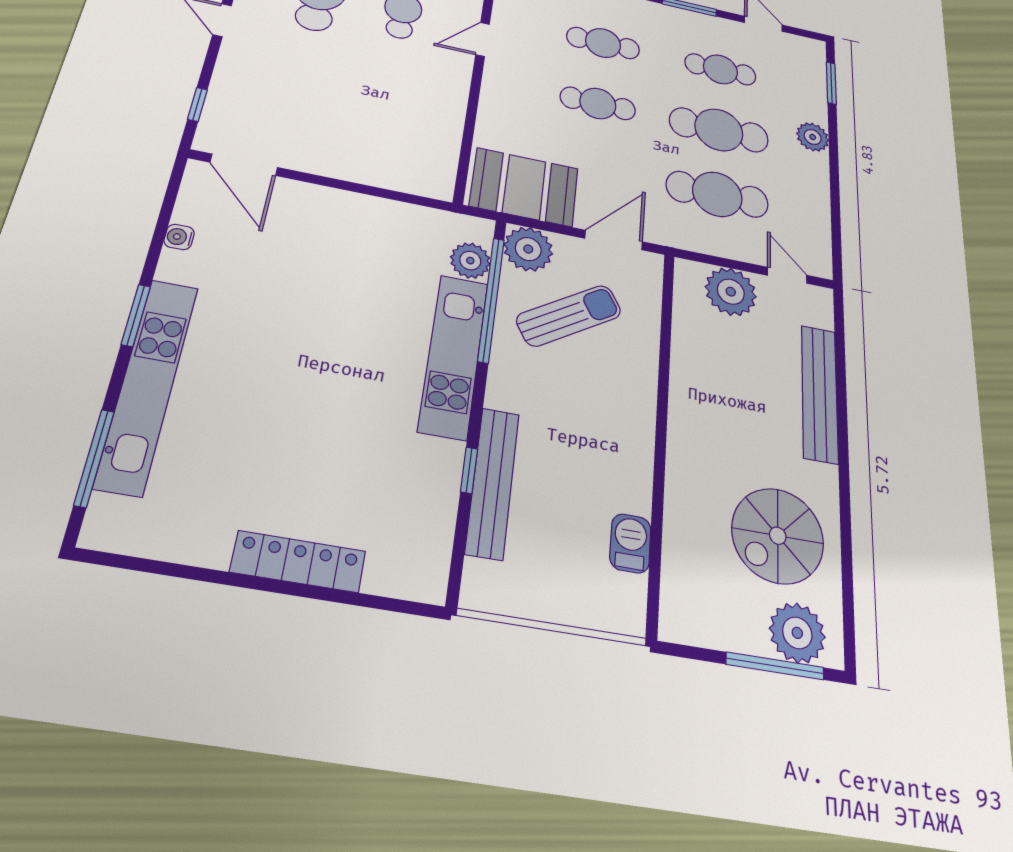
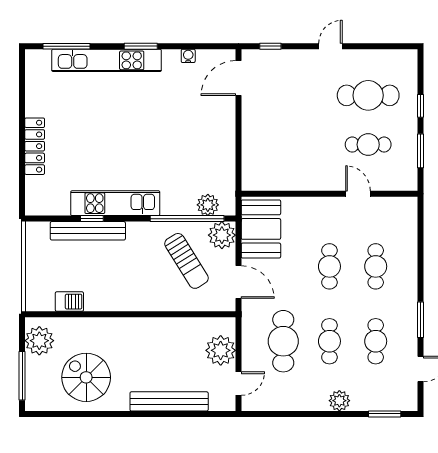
cafe table: (719, 130) -> (329, 341), width x0.73, depth x0.74
kitchen unit: (454, 356) -> (115, 203), moved
plant: (797, 633) -> (39, 341), moved

